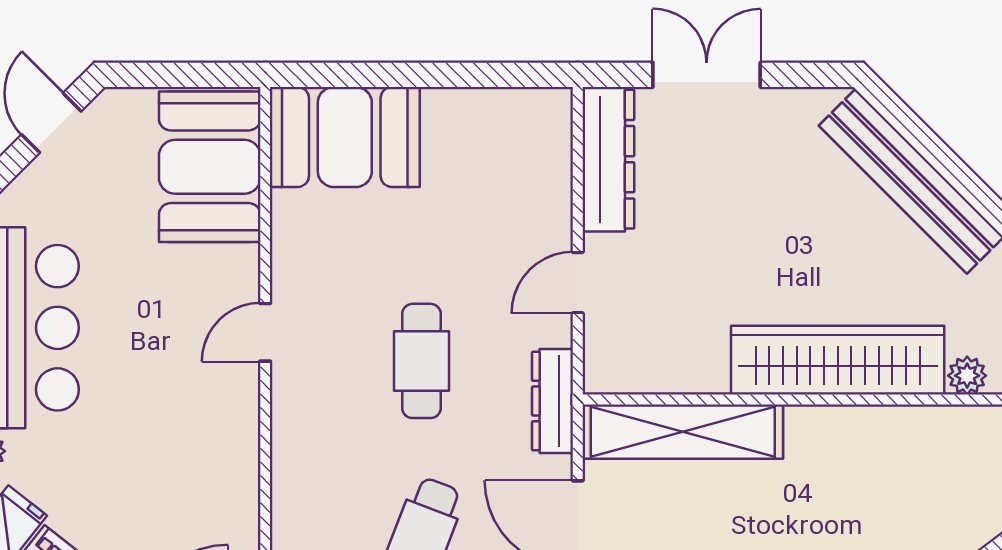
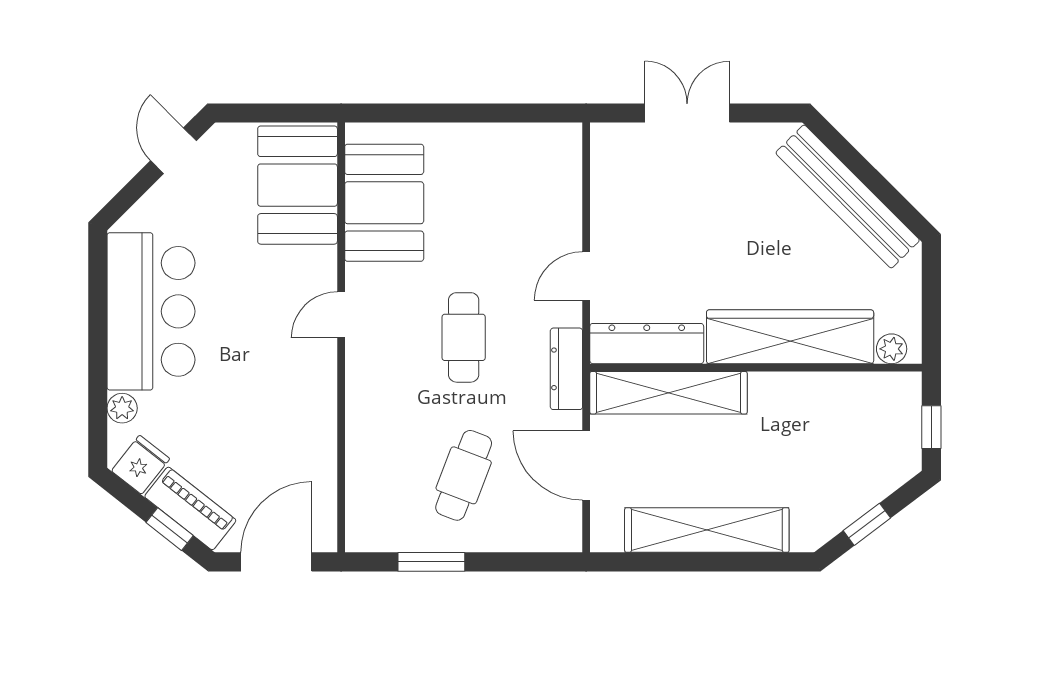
booth: (345, 137) -> (384, 203), moved, turned 90
dresser: (608, 159) -> (647, 344), moved, turned -90

